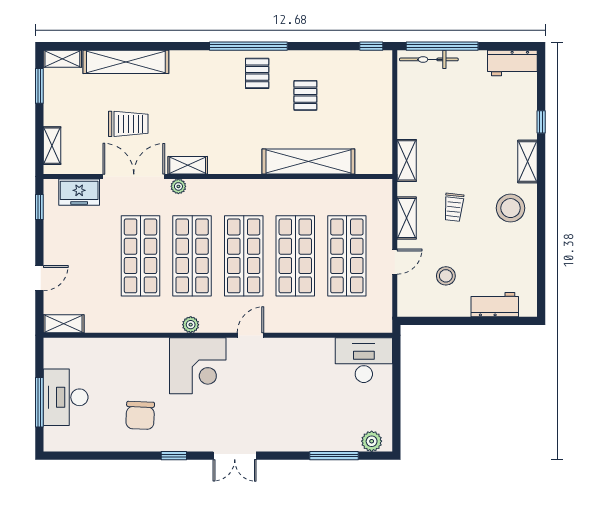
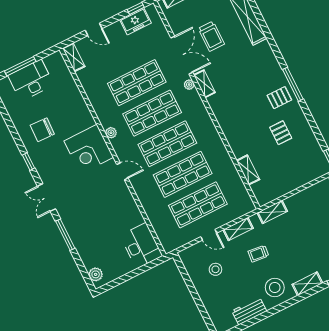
window: (248, 46) -> (293, 84), width x0.68
pallet: (305, 95) -> (281, 133), turned 90
shelving: (308, 161) -> (248, 170), width x0.45, depth x0.75
freezer: (79, 192) -> (135, 21), moved, turned -90
workbench: (495, 305) -> (249, 311), moved, turned -90
window: (334, 456) -> (65, 235), moved

